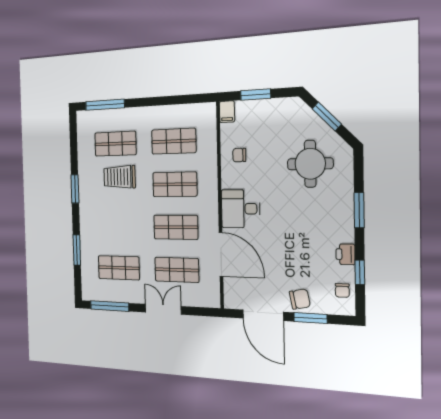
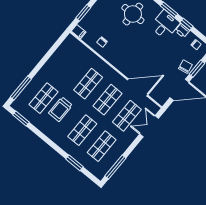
shop shelf: (174, 141) -> (82, 130), moved
window: (75, 189) -> (21, 119), moved
desk: (241, 209) -> (165, 25), moved, turned 180
window: (360, 272) -> (187, 24), moved
double door: (163, 309) -> (149, 126), moved

